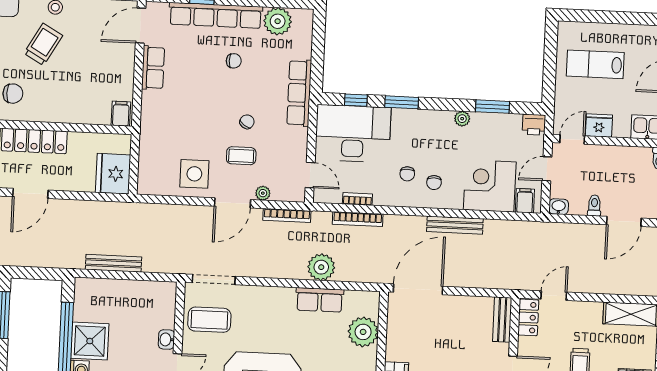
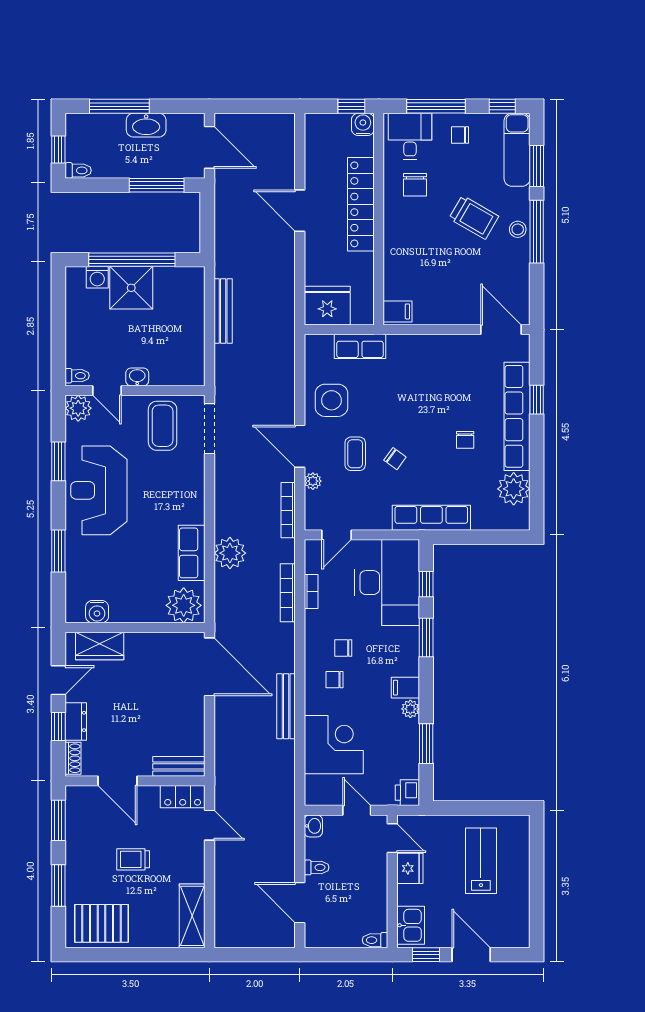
row of seats: (153, 68) -> (360, 346), moved
filing cabinet: (525, 201) -> (405, 688), moved, turned 180
plant: (363, 332) -> (184, 605), moved

